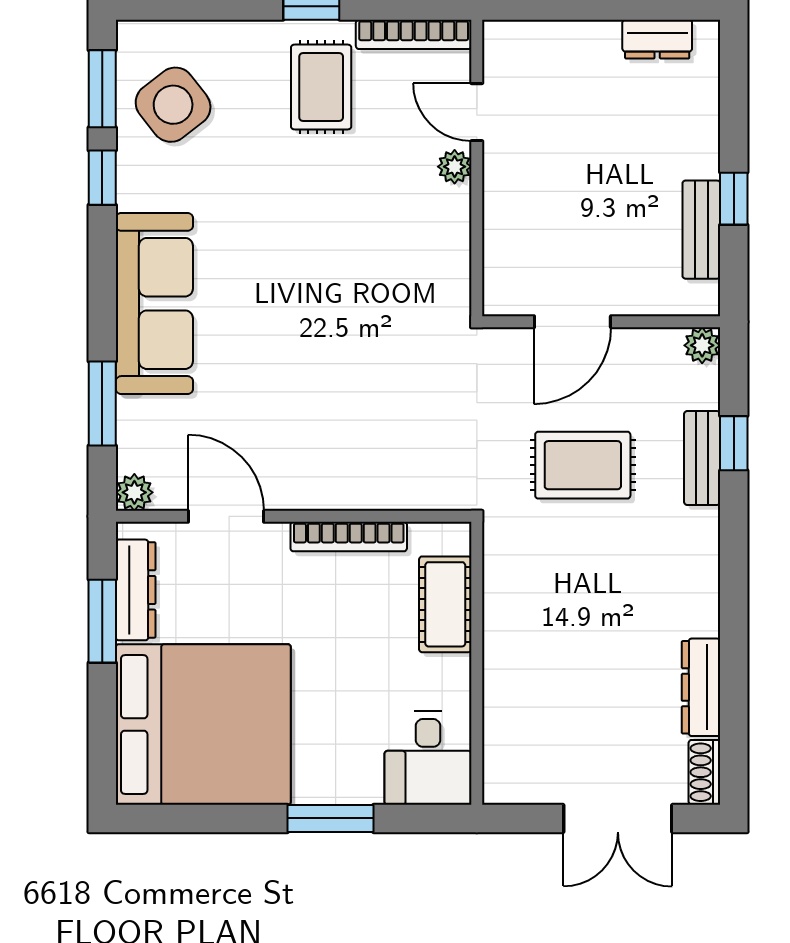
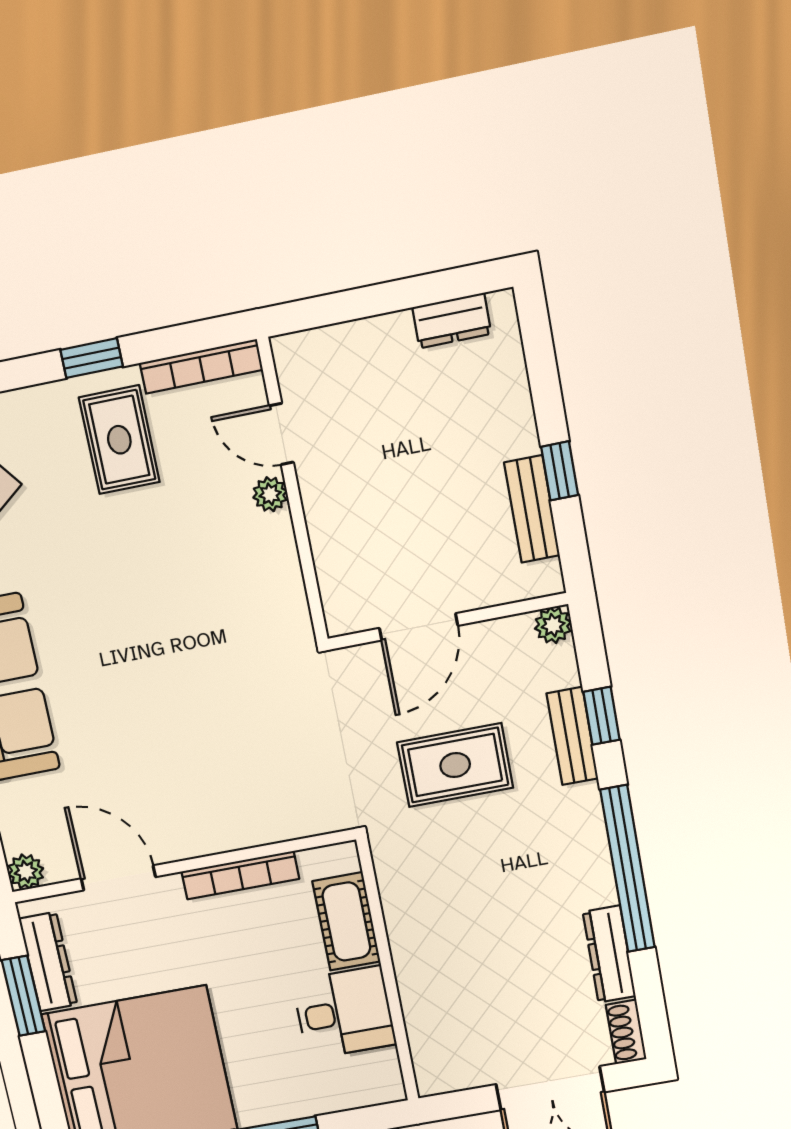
window: (734, 602) -> (628, 869), added
desk: (428, 758) -> (344, 1013), moved, turned -90

